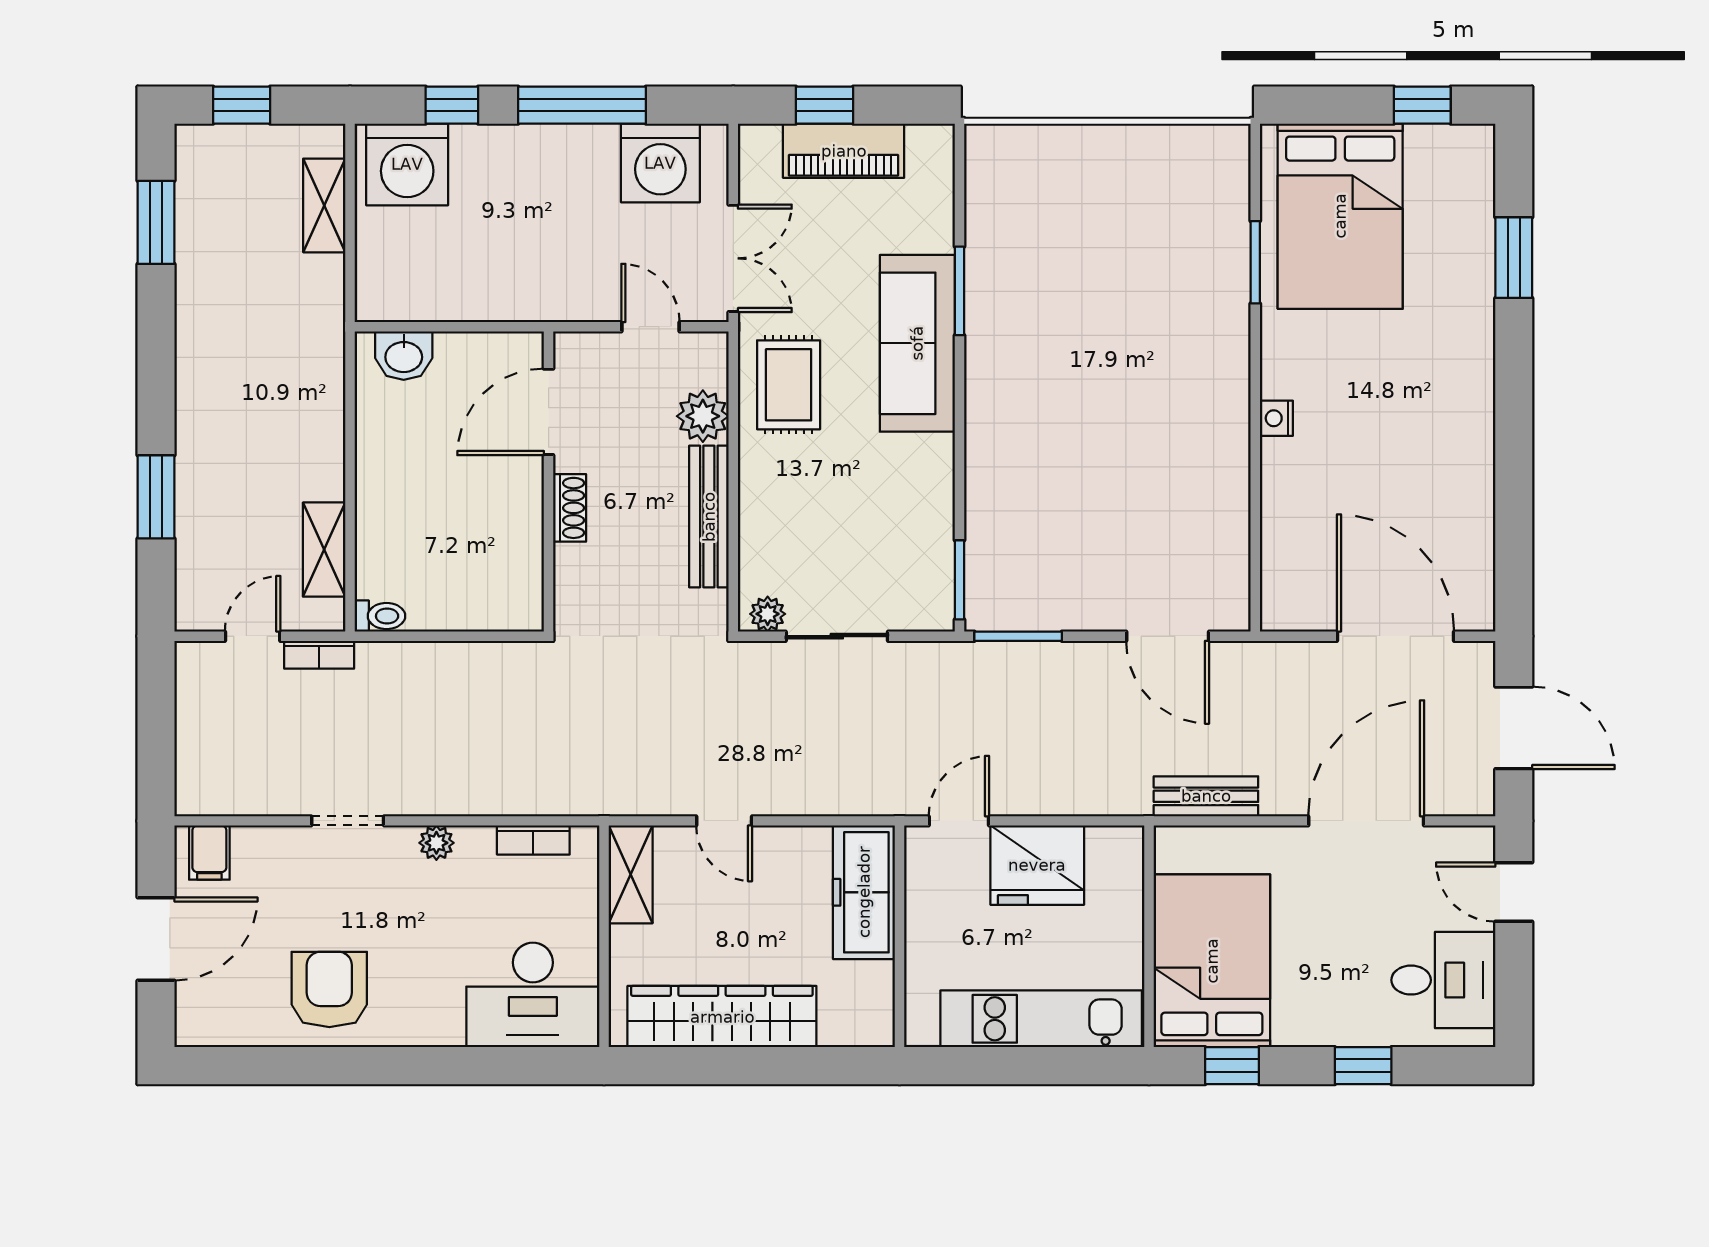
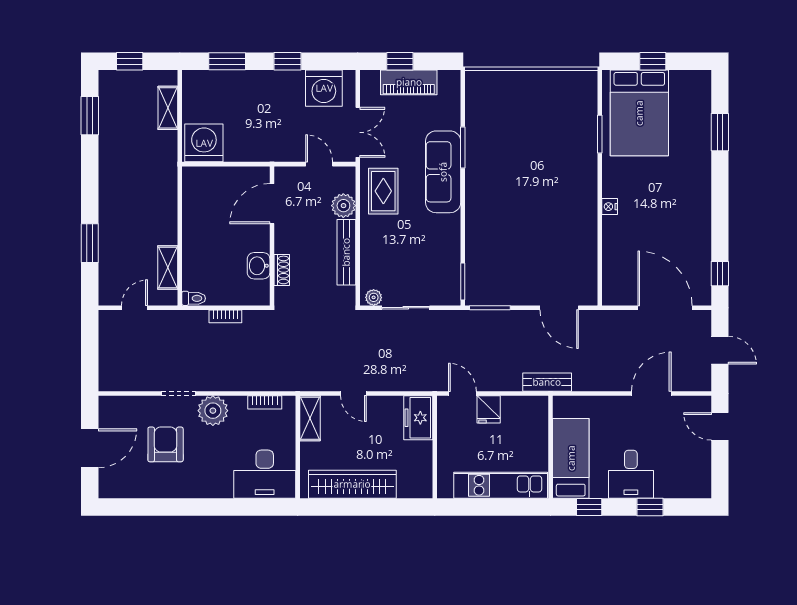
window: (452, 105) -> (227, 61), width x1.50
window: (582, 105) -> (287, 61), width x0.46
window: (1422, 105) -> (653, 61), moved
washing machine: (407, 164) -> (204, 143), moved, turned 180
washbasin: (404, 356) -> (259, 266), moved, turned 90
shoe rack: (570, 508) -> (282, 270), moved
window: (1514, 563) -> (720, 274), added
bookcase: (319, 655) -> (225, 316), moved
door: (1514, 728) -> (720, 350), width x0.73
bench: (1206, 796) -> (547, 382), moved
door: (959, 821) -> (462, 393), hinge flipped
door: (1366, 821) -> (651, 393), width x0.73
plant: (436, 843) -> (213, 411), width x1.88, depth x1.88
filing cabinet: (209, 853) -> (115, 408), removed
fridge: (1037, 865) -> (489, 409), width x0.53, depth x0.75
freezer: (864, 892) -> (418, 418), width x0.71
bed: (1212, 961) -> (571, 458), width x0.67
desk: (1443, 980) -> (631, 474), moved, turned 90
armchair: (329, 989) -> (166, 444), moved

